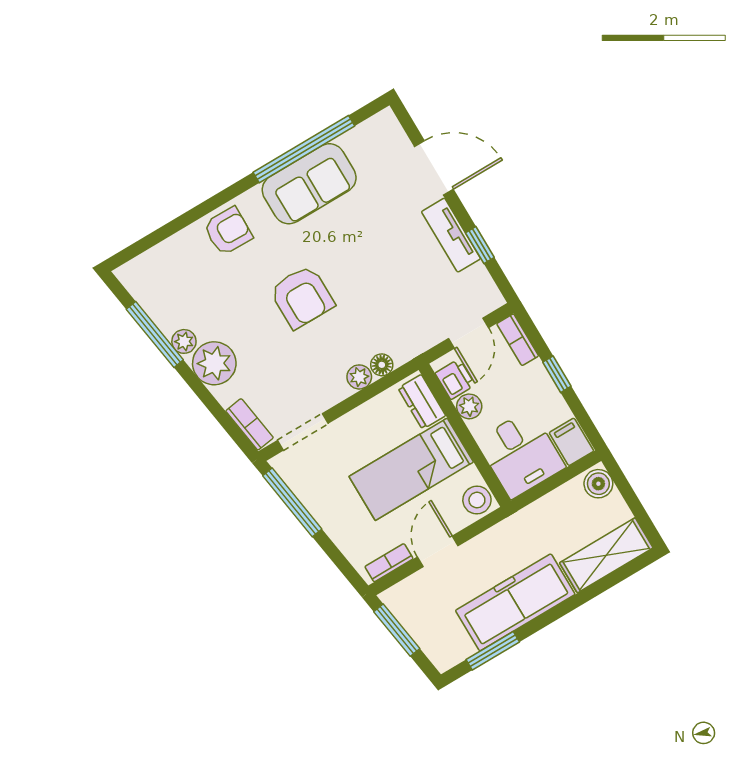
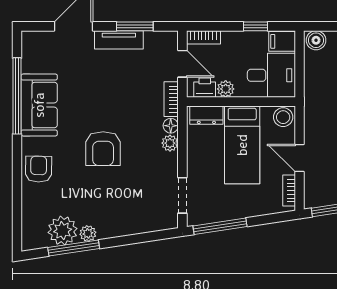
window: (480, 245) -> (135, 26), width x1.50
armchair: (302, 297) -> (103, 149), turned 90
plant: (214, 363) -> (63, 231), moved
window: (557, 374) -> (255, 26), moved
bookcase: (249, 424) -> (171, 99), moved, turned -81

